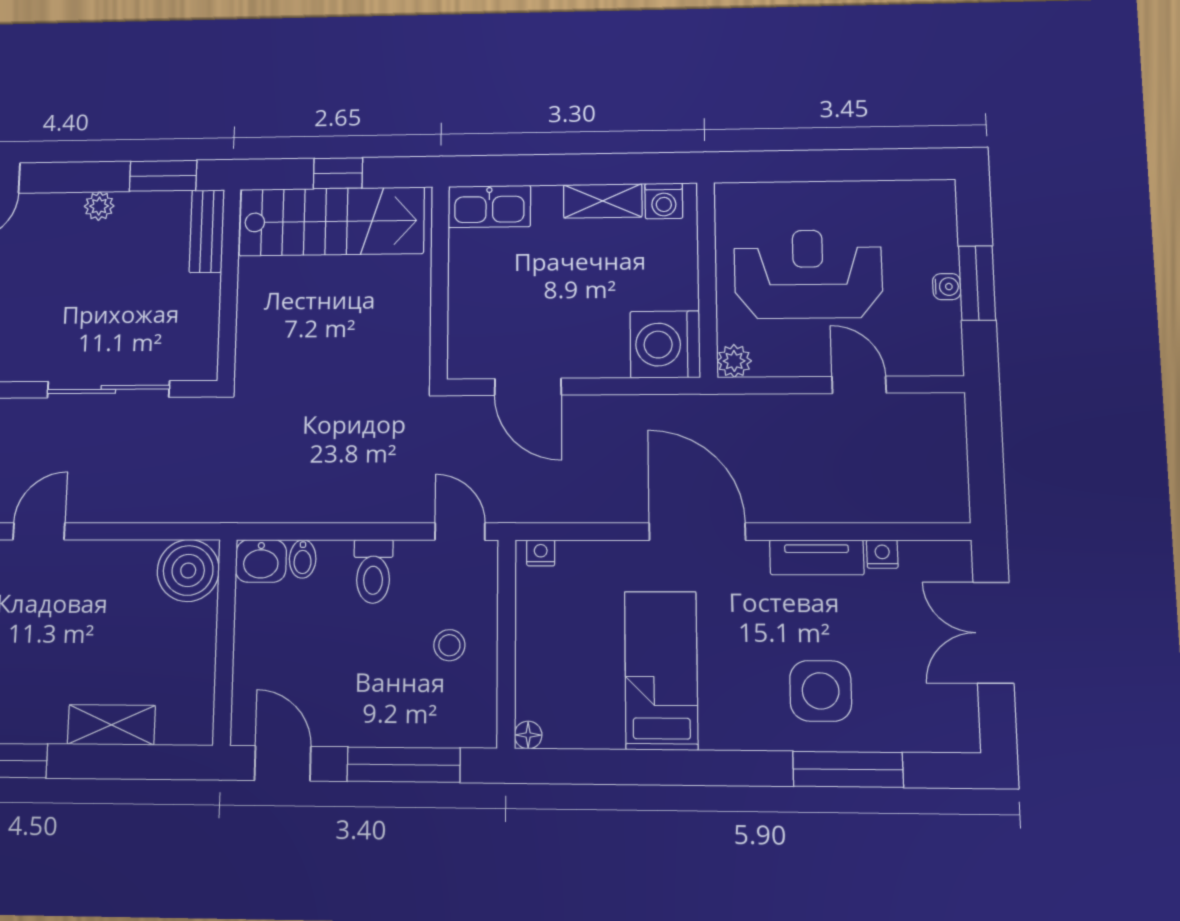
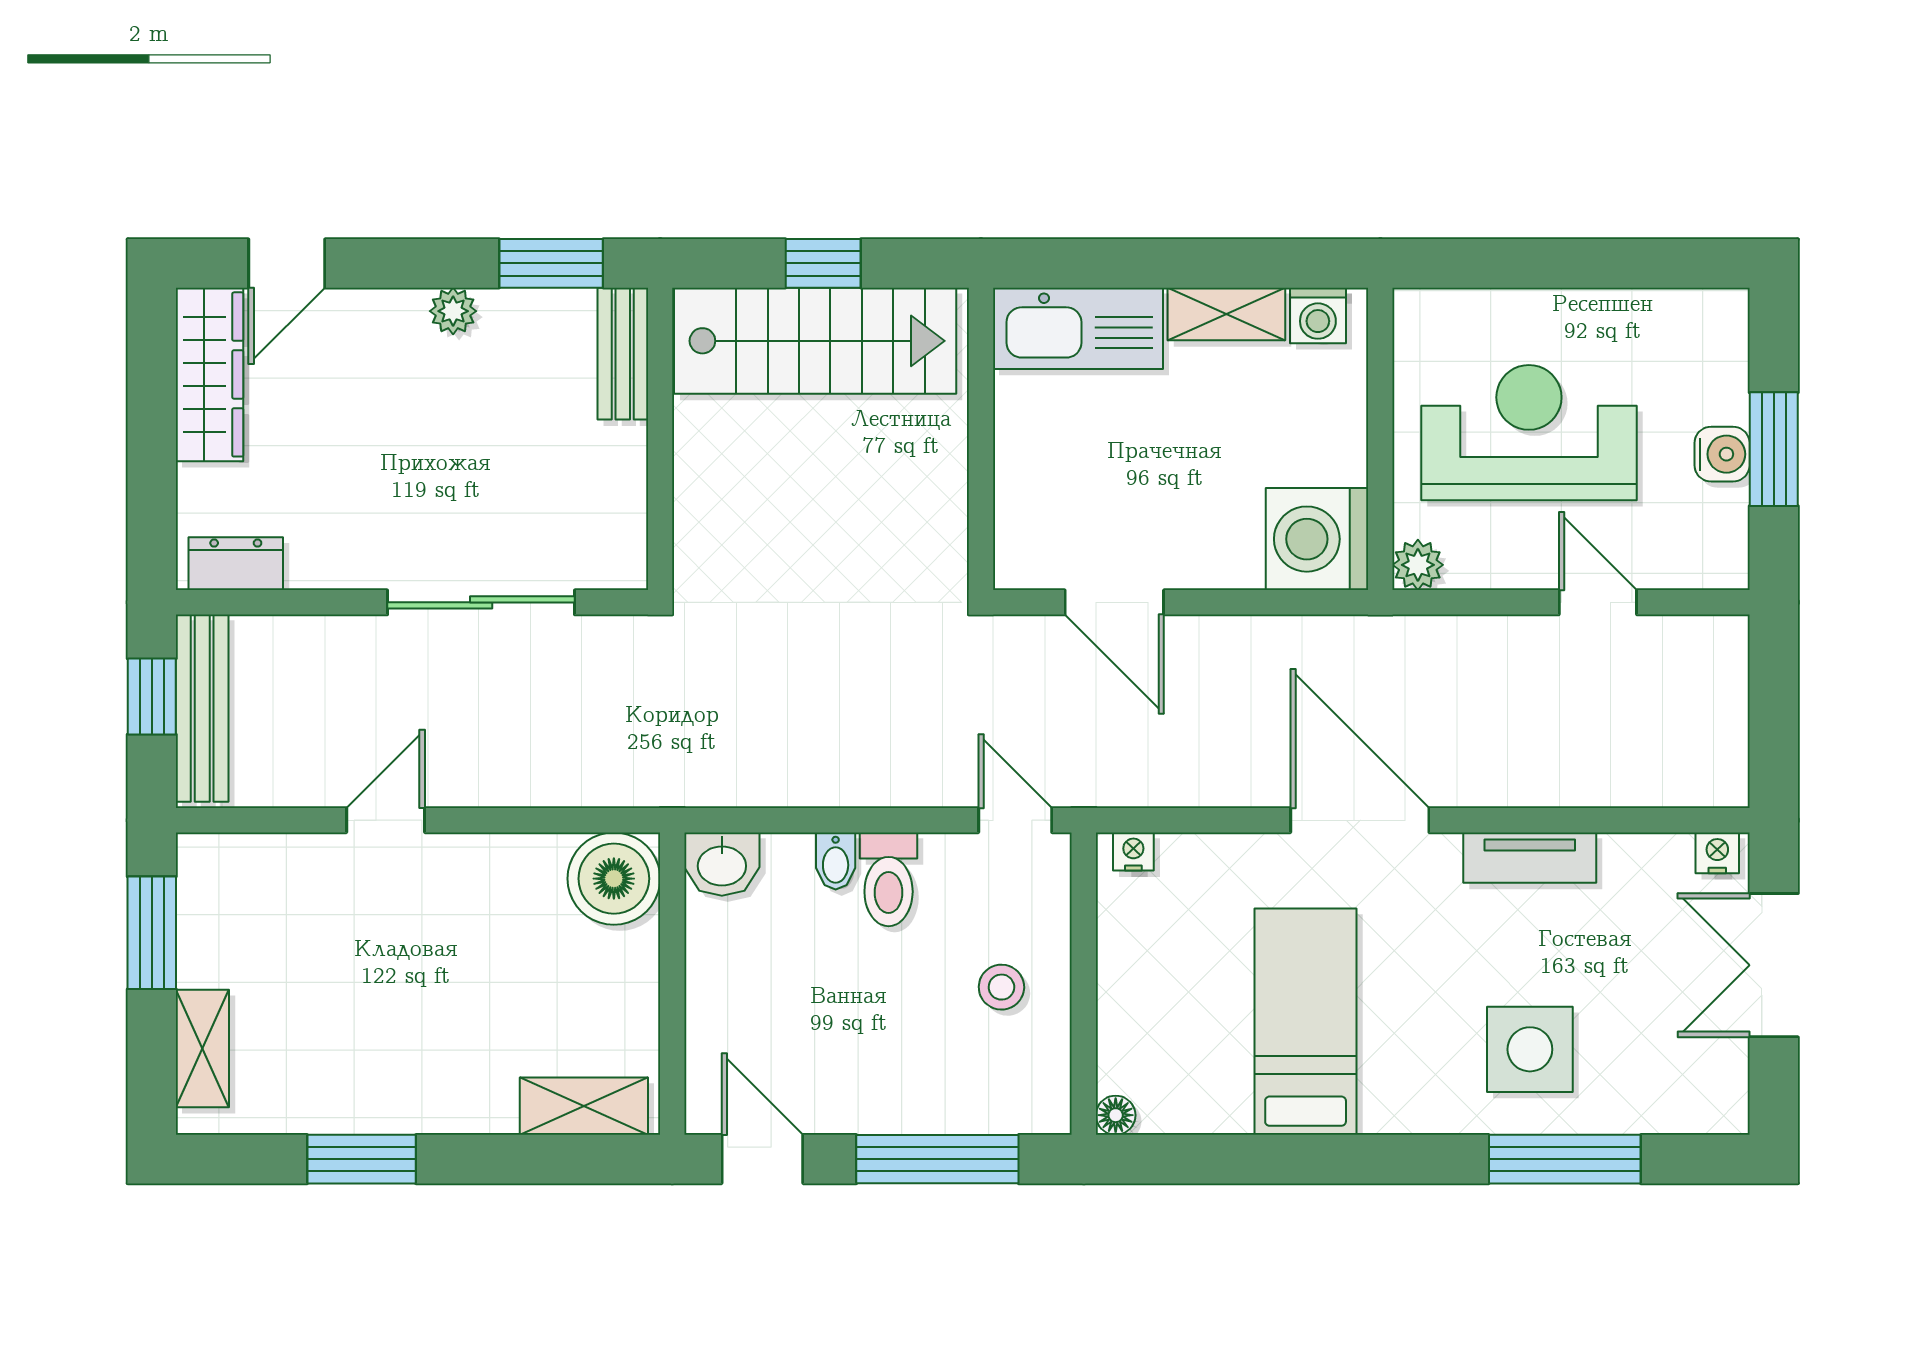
kitchen sink: (489, 206) -> (1078, 328), width x1.36, depth x1.24
water cooler: (947, 287) -> (1722, 454), width x1.38, depth x1.38
nightstand: (882, 554) -> (1717, 853), moved
bidet: (303, 559) -> (836, 861), moved
shelving: (111, 725) -> (584, 1106), moved

